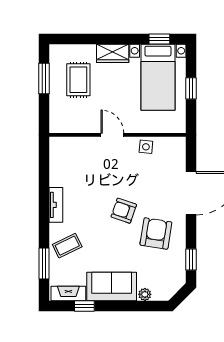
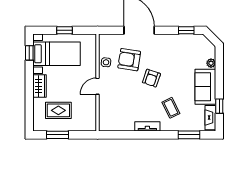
armchair: (156, 234) -> (129, 60), moved
coffee table: (67, 246) -> (171, 108), moved

